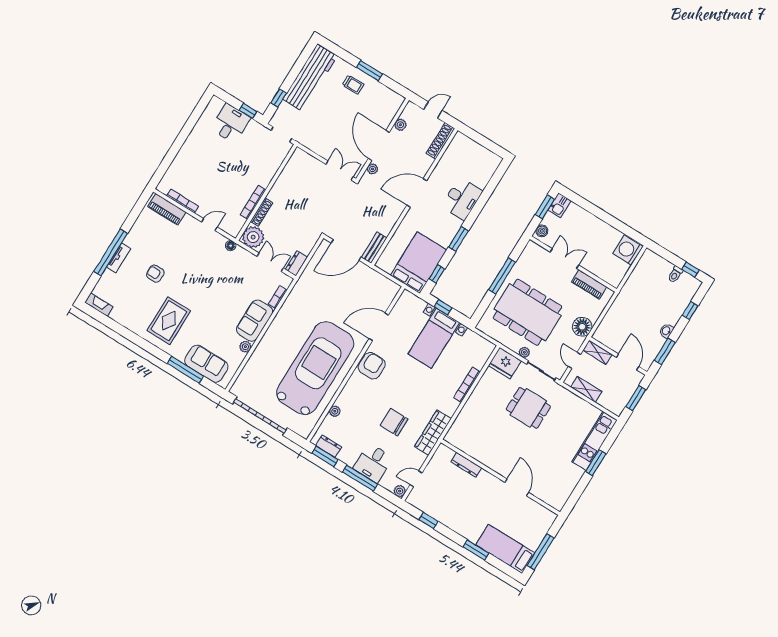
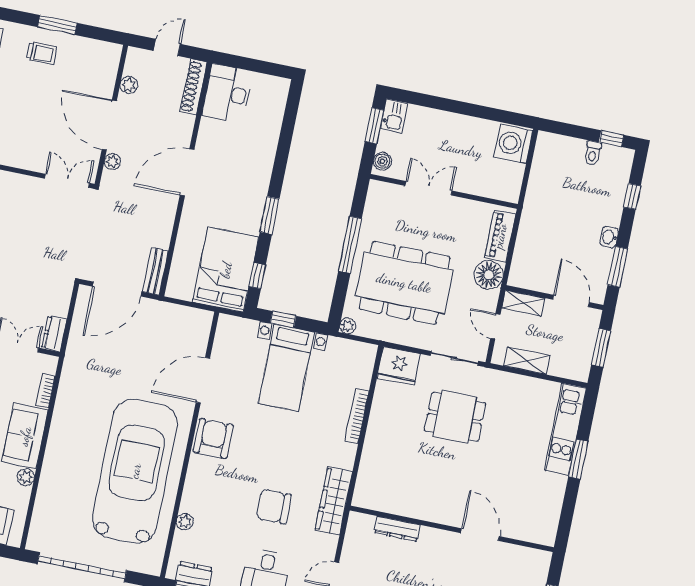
desk: (462, 199) -> (227, 94), moved, turned 180
piano: (589, 284) -> (500, 236), moved, turned 90
plant: (524, 352) -> (348, 326), moved

